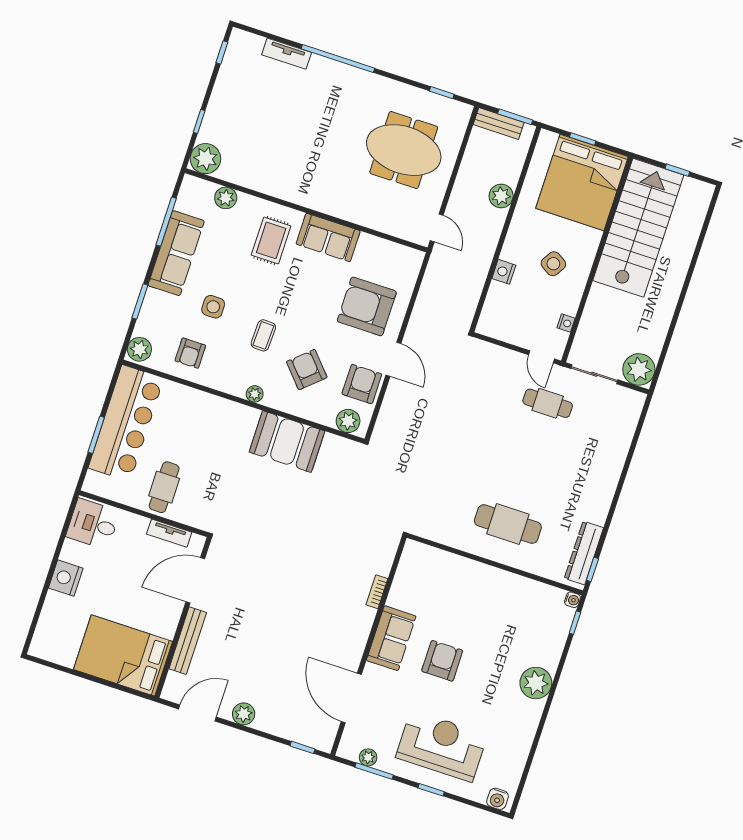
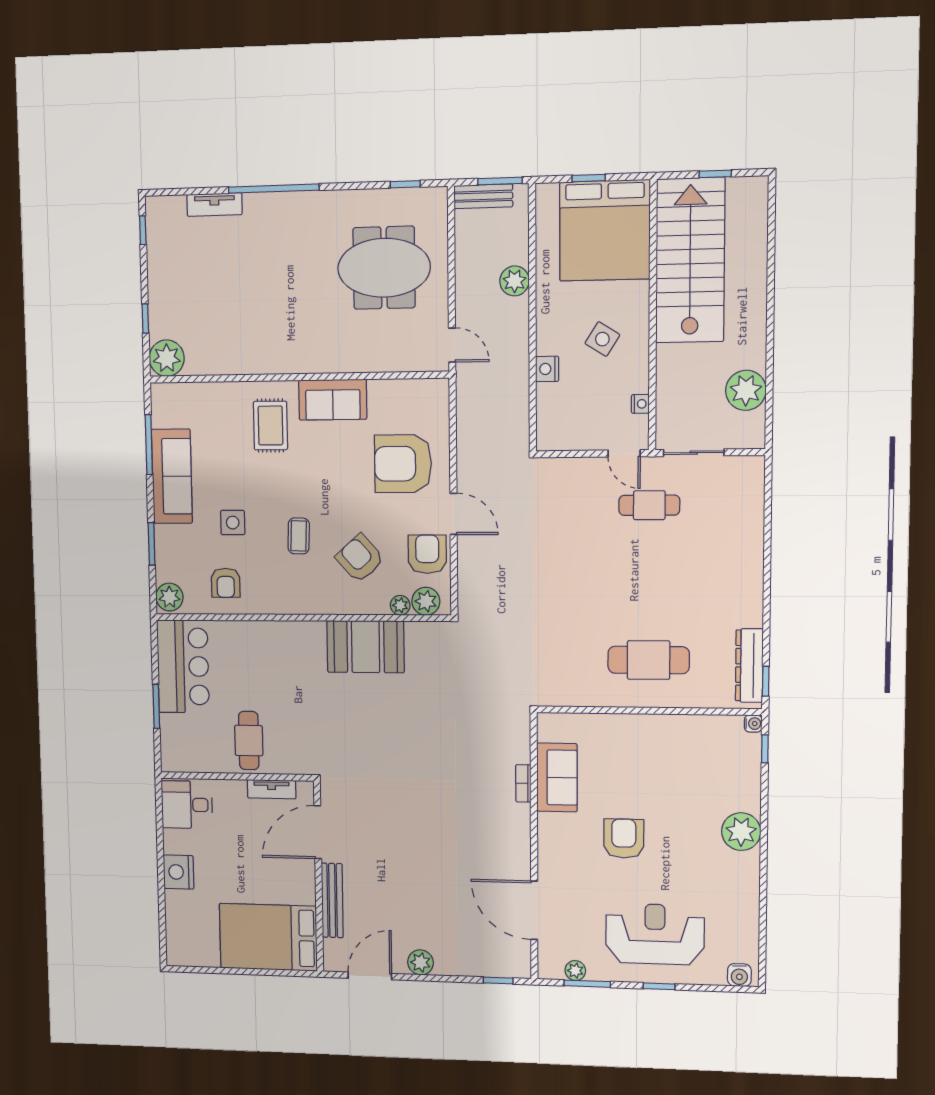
plant: (226, 198) -> (204, 395), removed
plant: (639, 369) -> (746, 390), moved
plant: (255, 394) -> (400, 605), moved
bar counter: (126, 423) -> (183, 666), width x0.73
sofa: (391, 638) -> (557, 777), moved

